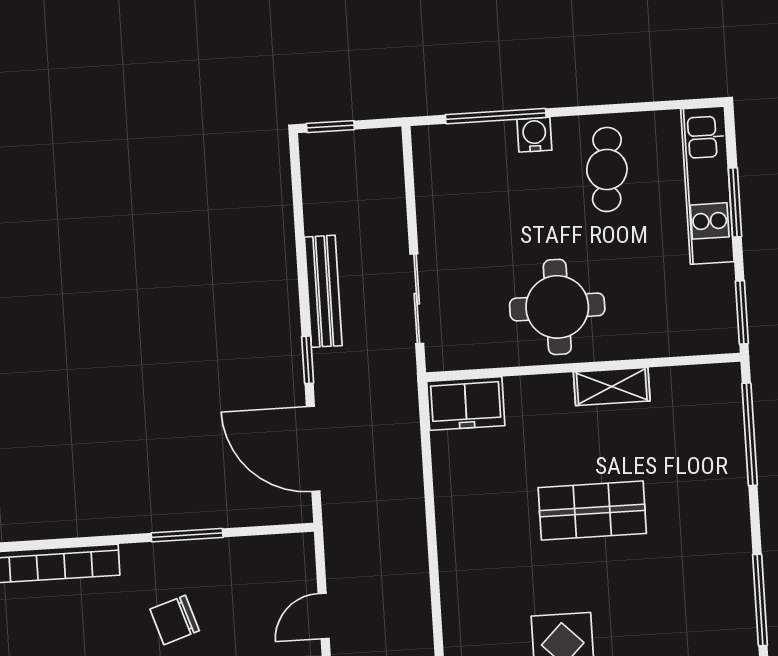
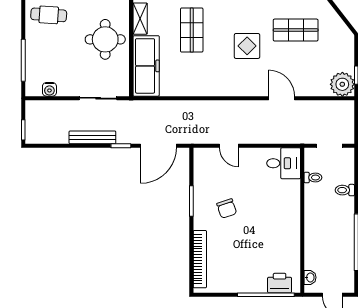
water cooler: (534, 135) -> (49, 89), moved, turned -90
freezer: (466, 403) -> (146, 66), width x1.91, depth x1.26

